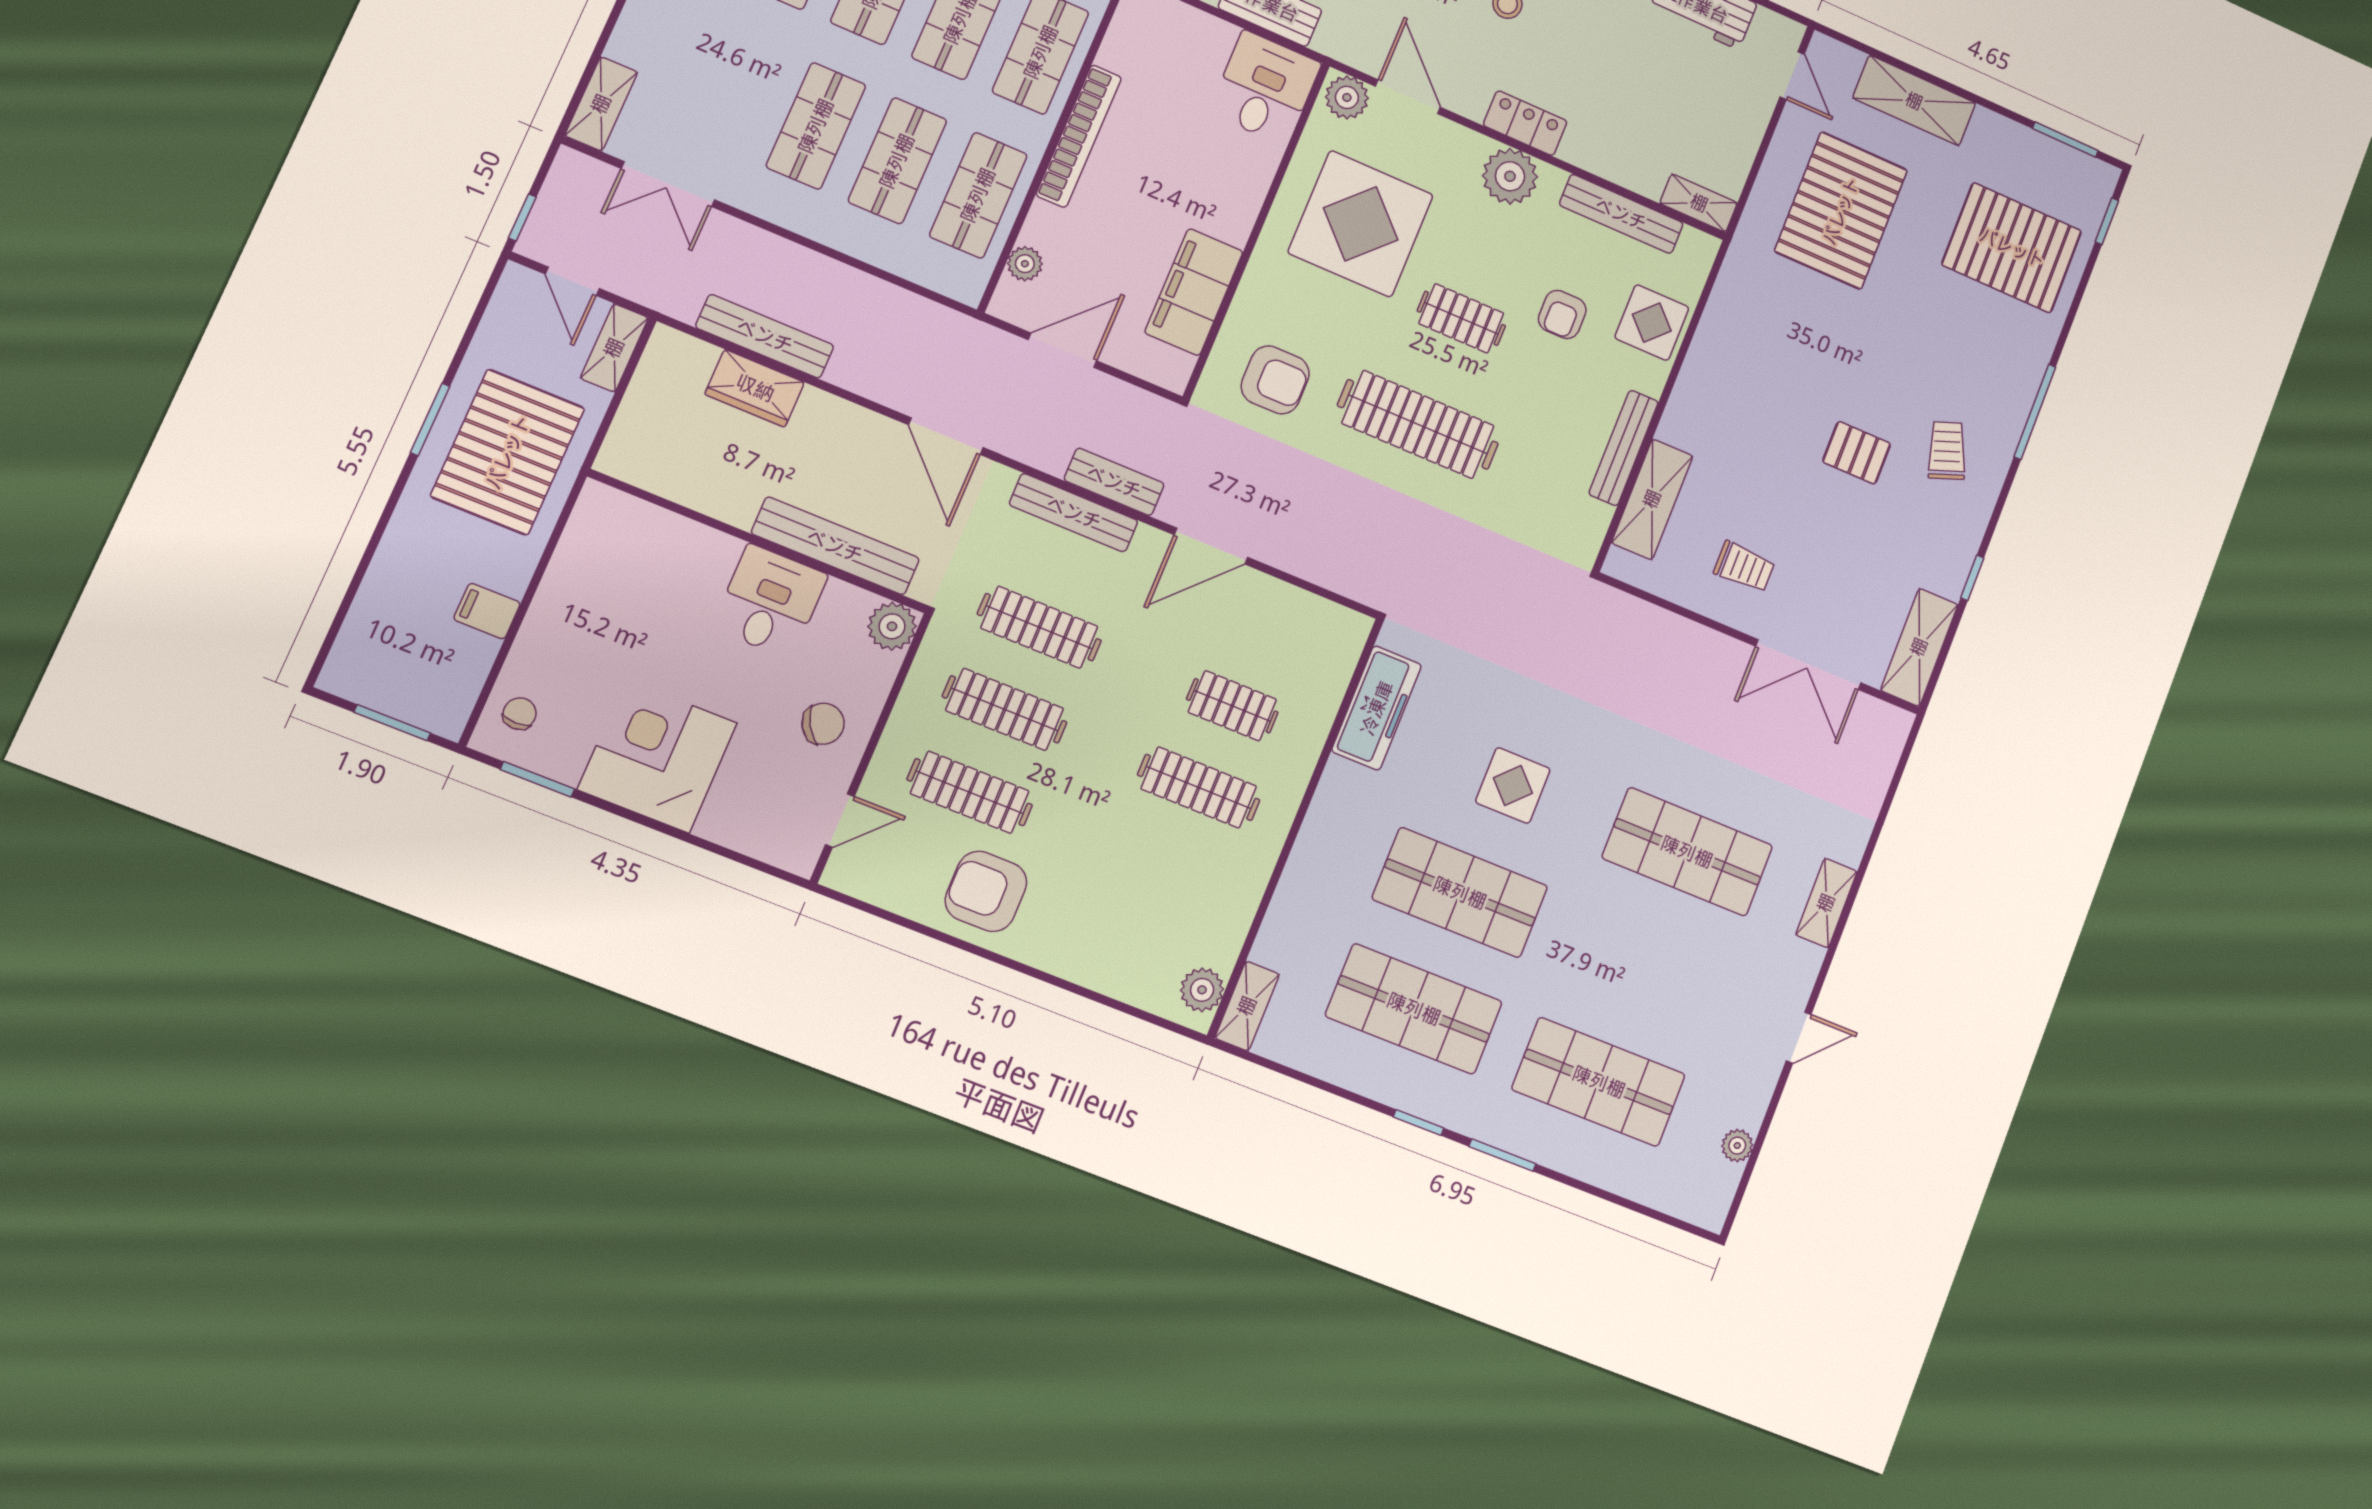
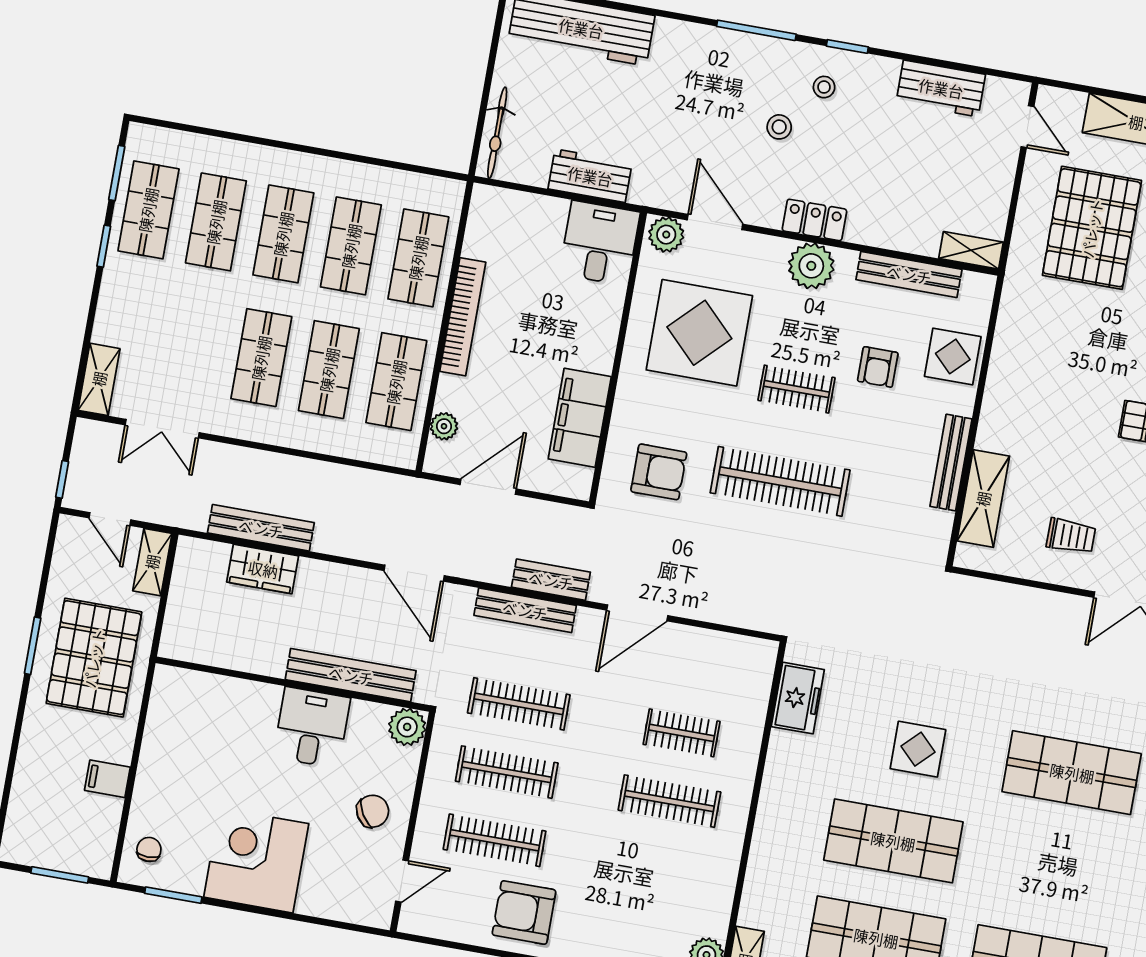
freezer: (1377, 708) -> (798, 698), width x0.71

